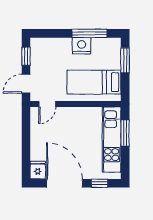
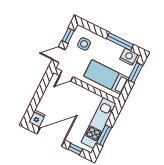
nightstand: (82, 46) -> (129, 57), moved
side table: (49, 57) -> (84, 44), added
window: (125, 133) -> (104, 135), moved
door: (65, 183) -> (51, 137), hinge flipped

